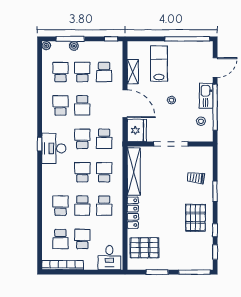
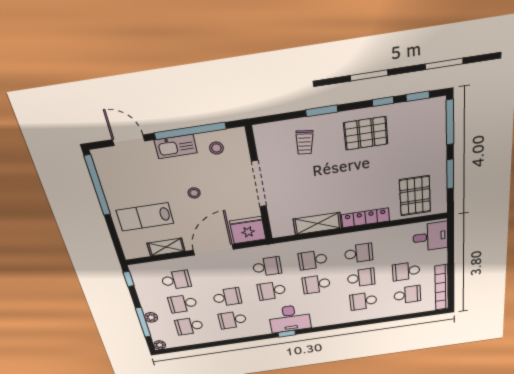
shelving: (134, 172) -> (317, 224), width x0.68

